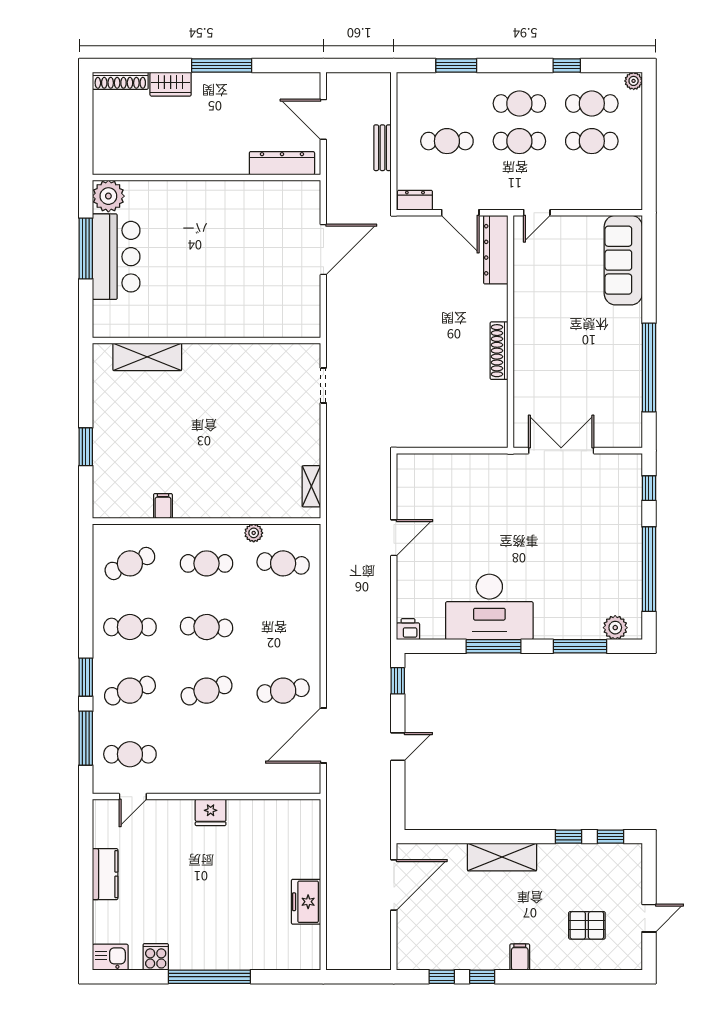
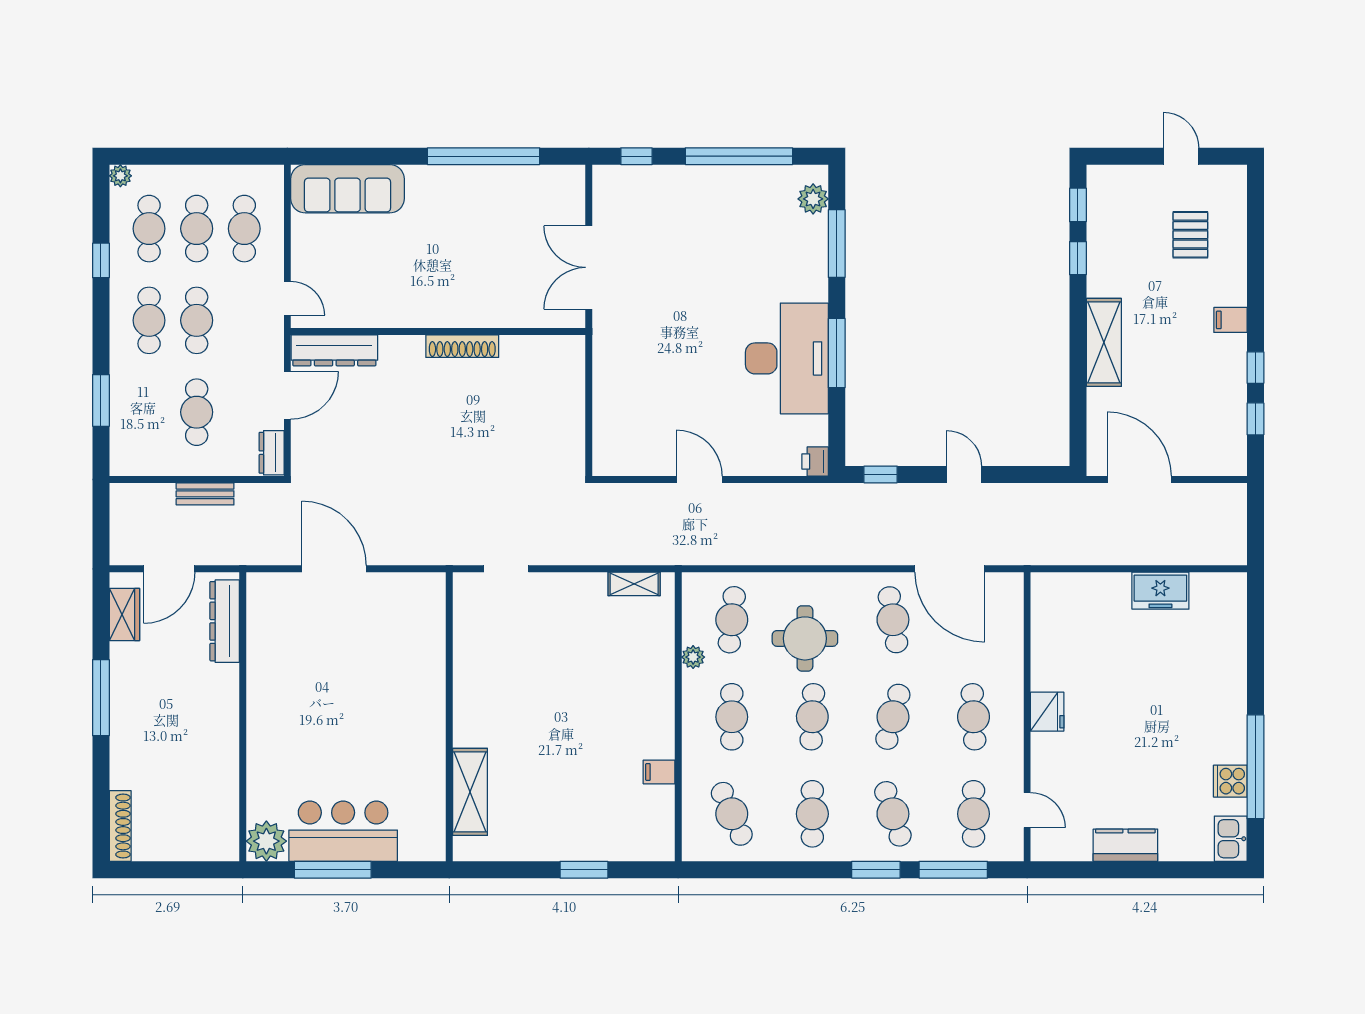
wardrobe: (171, 84) -> (124, 614), moved
cafe table: (592, 179) -> (244, 229), added
round table: (268, 621) -> (805, 638), added
cafe table: (207, 691) -> (893, 717), turned 33
cafe table: (207, 754) -> (974, 717), added
window: (209, 977) -> (1255, 767), moved

